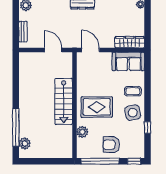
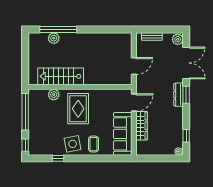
wardrobe: (130, 42) -> (141, 126), moved
sofa: (128, 61) -> (123, 134), width x1.36
stairs: (64, 101) -> (61, 76), moved
plant: (25, 143) -> (54, 38), moved
armchair: (111, 145) -> (41, 123), removed

